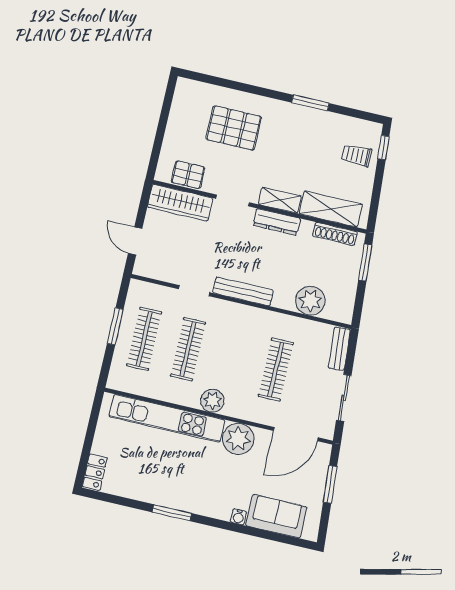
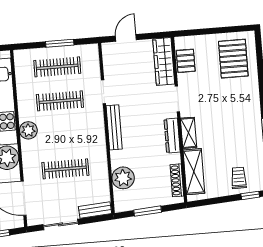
pallet: (234, 128) -> (233, 59), moved
window: (365, 263) -> (148, 211), moved

